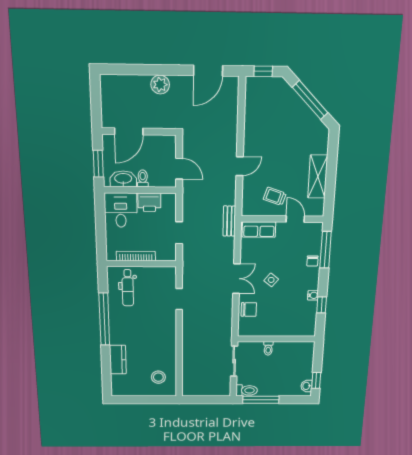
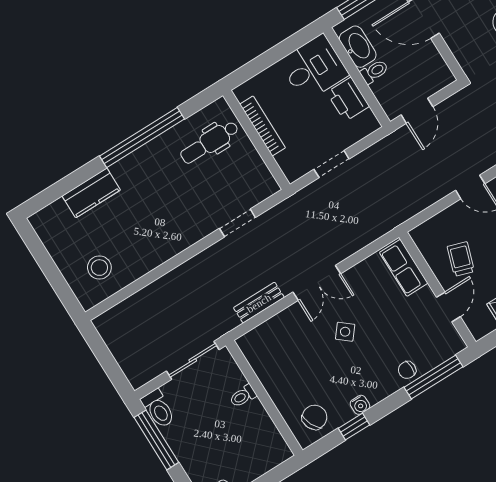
bench: (229, 221) -> (259, 303), moved
chair: (249, 309) -> (315, 417), moved, turned -115

